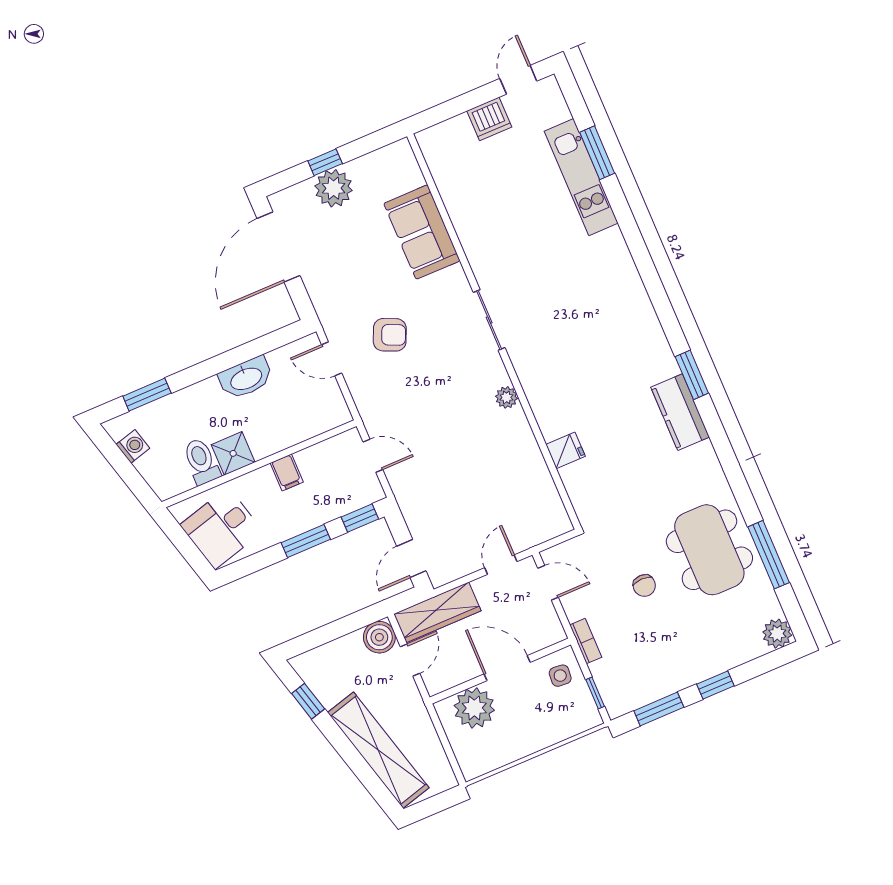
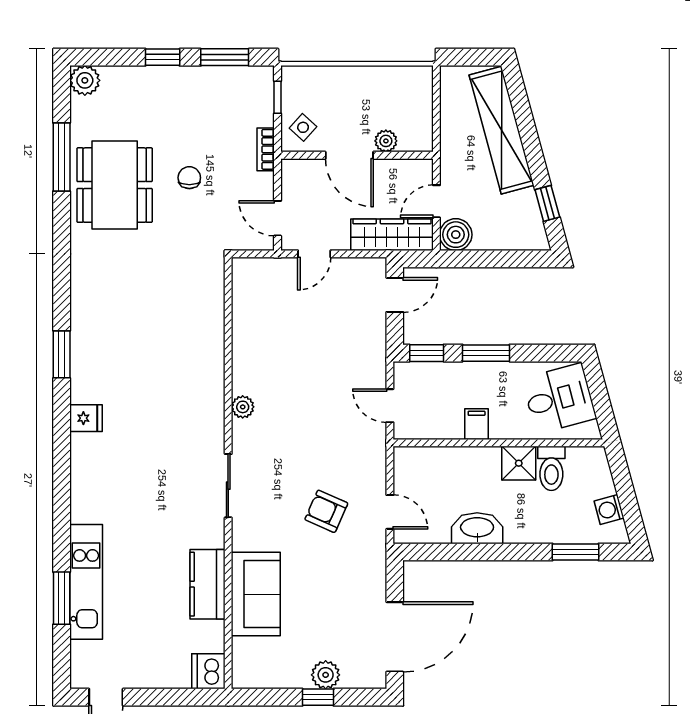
dishwasher: (489, 119) -> (208, 671), moved, turned -90
plant: (334, 188) -> (326, 675), width x0.73, depth x0.73
kitchen counter: (680, 412) -> (207, 584), moved, turned 180
fridge: (566, 450) -> (86, 418), moved, turned 180
side table: (560, 676) -> (303, 127), turned 37
plant: (474, 708) -> (386, 141), width x0.53, depth x0.53

